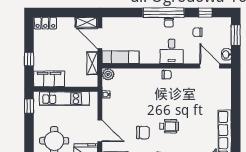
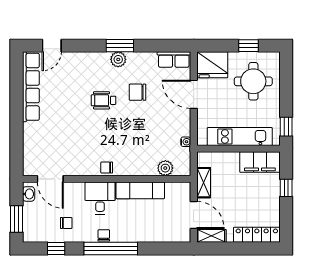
locker: (45, 23) -> (257, 235), width x1.53
exam couch: (121, 57) -> (140, 190), moved
plant: (108, 74) -> (165, 168), moved

